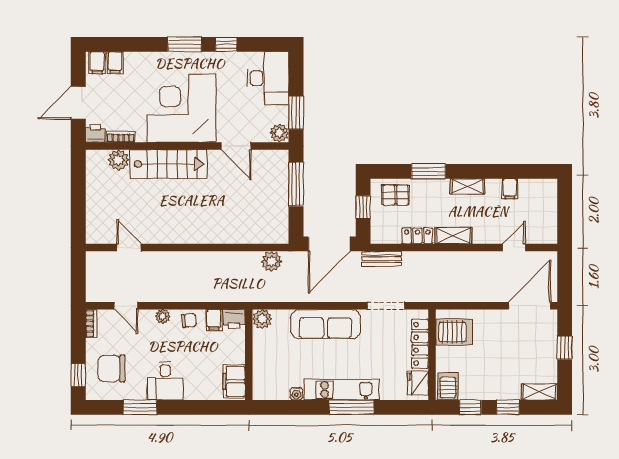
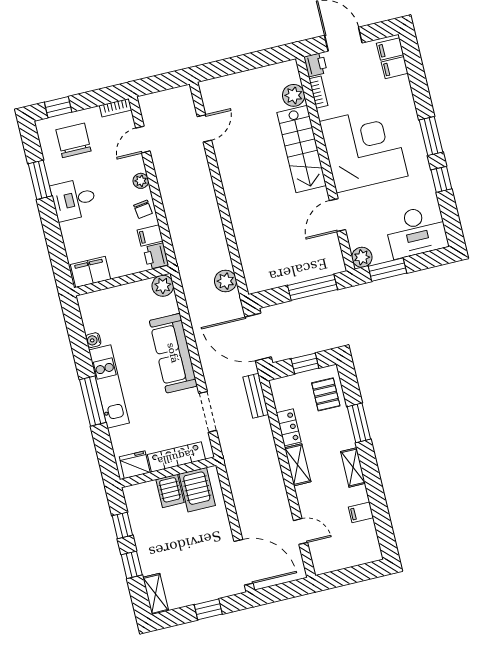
server rack: (448, 386) -> (170, 491), moved, turned 90

